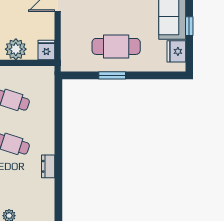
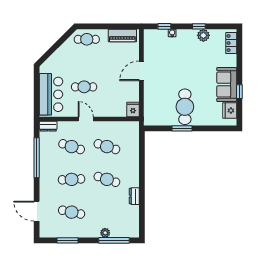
cafe table: (116, 46) -> (185, 107), turned 90
plant: (16, 49) -> (110, 109), removed

